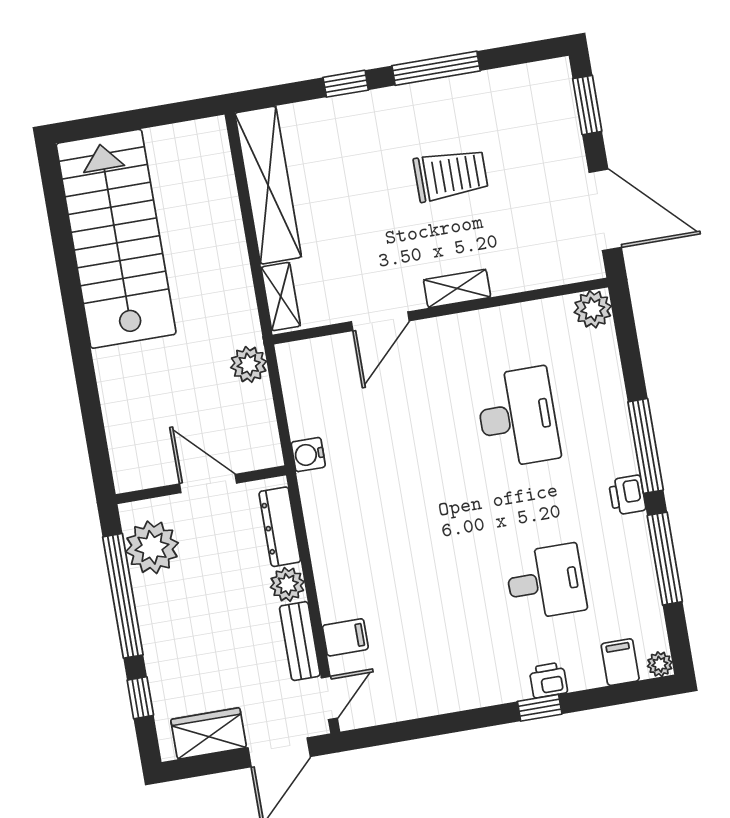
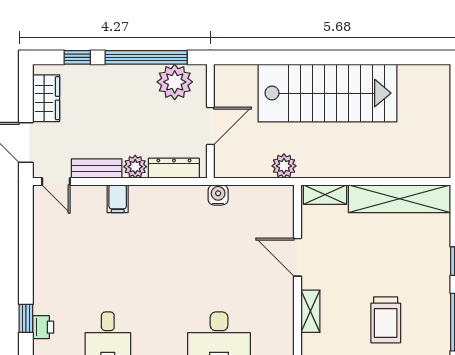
stairs: (116, 239) -> (327, 93), moved
filing cabinet: (345, 637) -> (118, 199), moved

